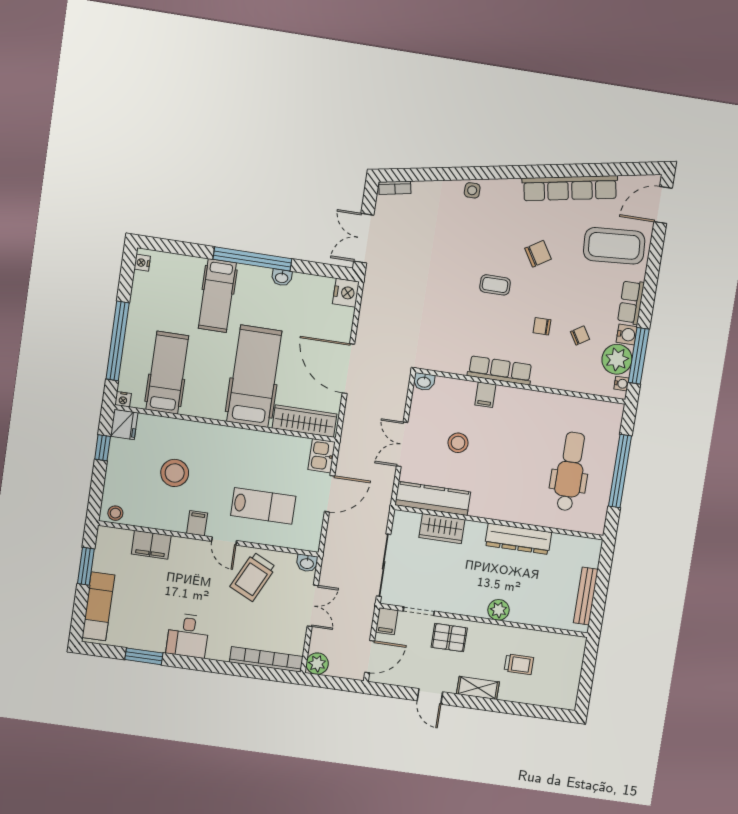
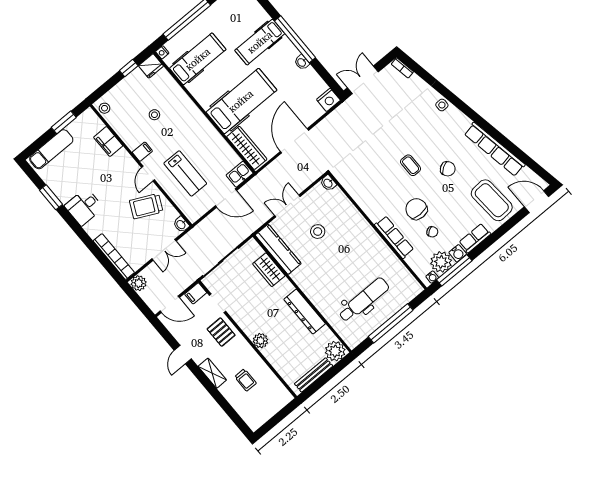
chair: (542, 326) -> (416, 209), width x1.87, depth x1.87
row of seats: (500, 370) -> (394, 237), moved
filing cabinet: (485, 395) -> (355, 219), removed
stool: (175, 473) -> (154, 115), width x0.53, depth x0.53
plant: (587, 552) -> (335, 351), added

